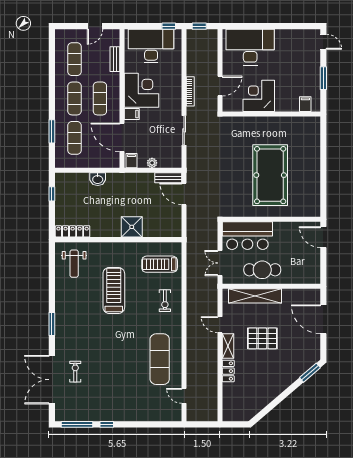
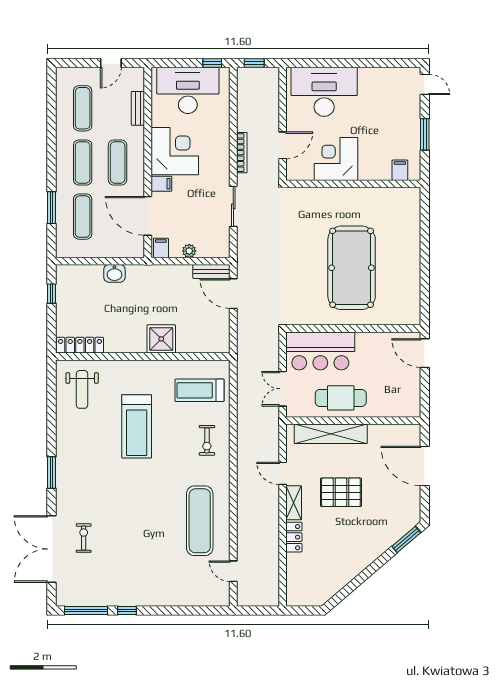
treadmill: (114, 290) -> (137, 426), turned 180

